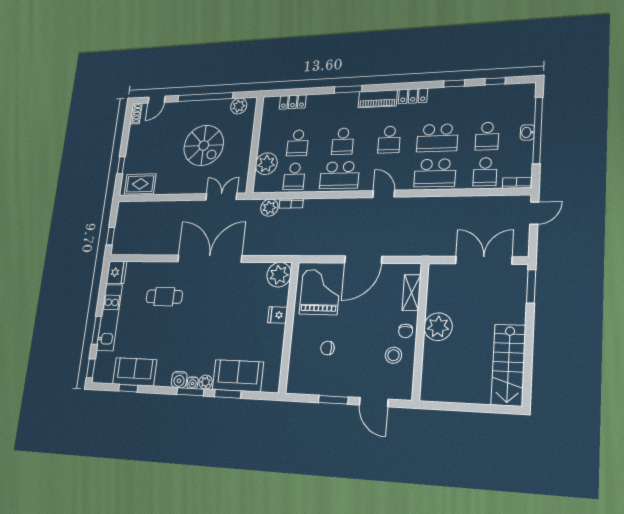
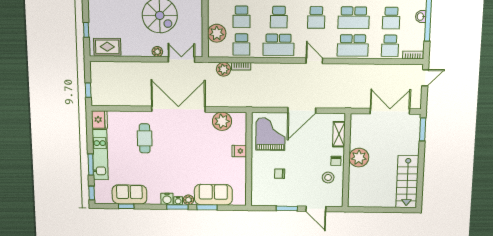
plant: (195, 188) -> (157, 52), added
plant: (279, 275) -> (222, 121), moved
cafe table: (164, 297) -> (145, 138), turned 90

